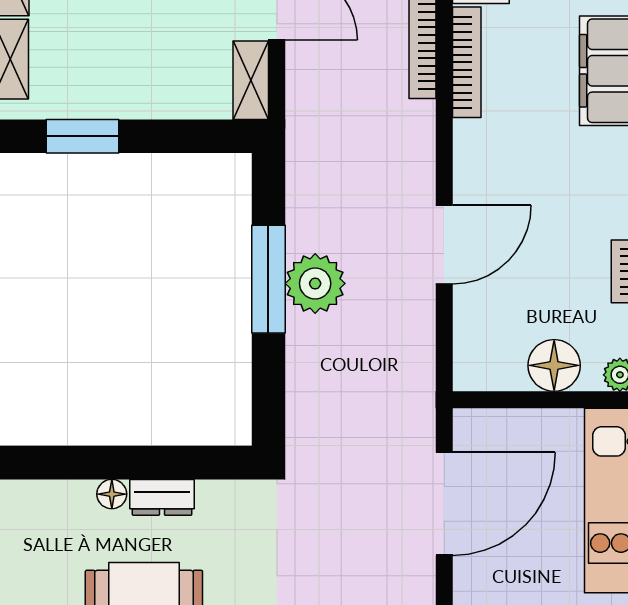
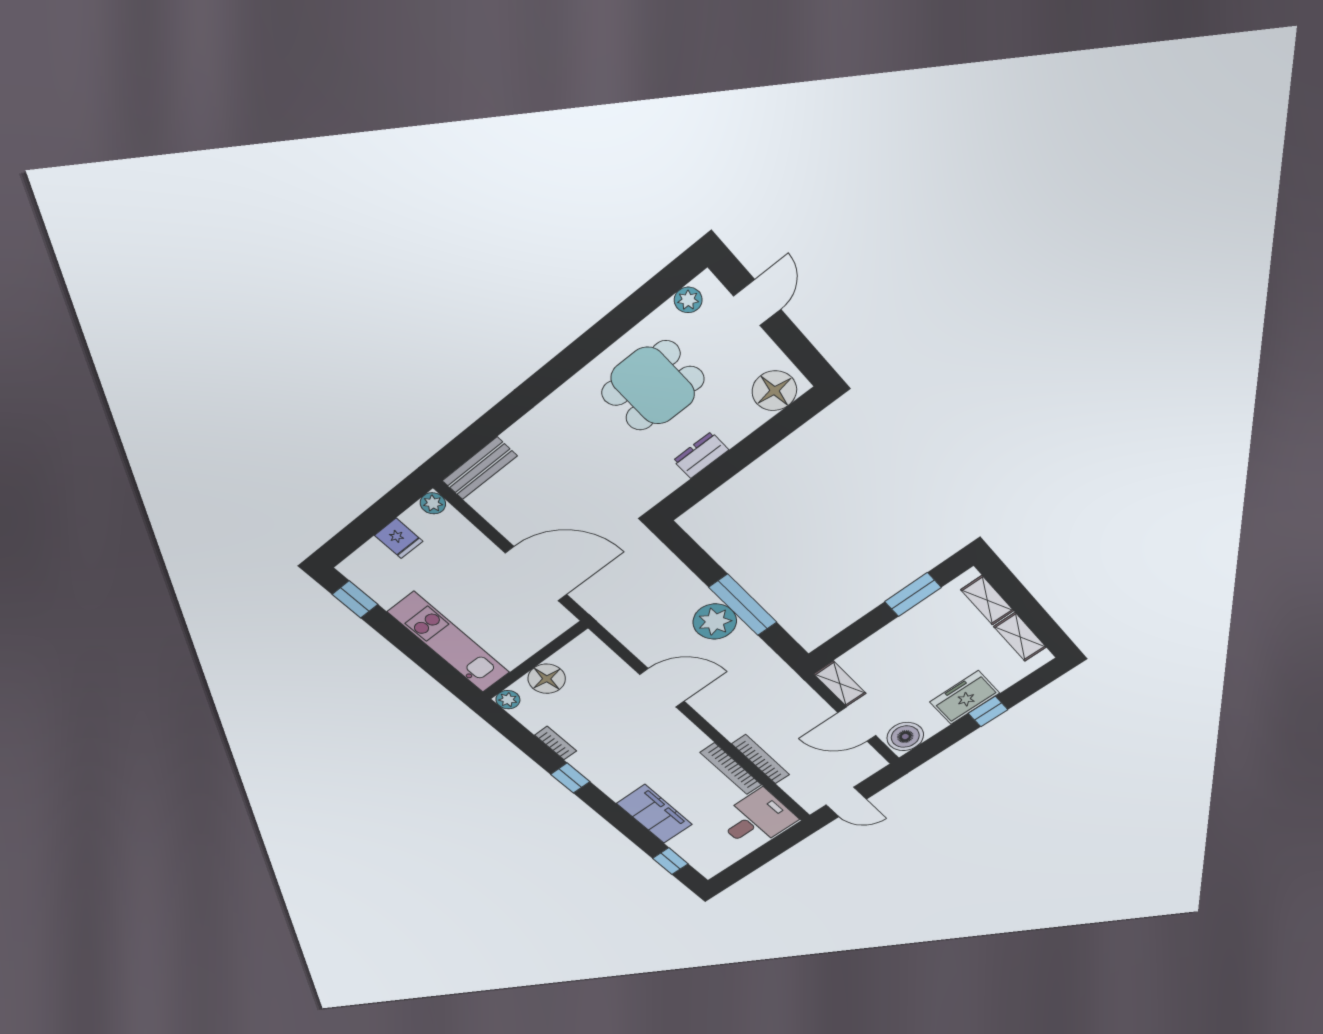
door: (444, 245) -> (662, 688), swing flipped
floor lamp: (112, 494) -> (774, 391), moved, width x1.89, depth x1.89
door: (444, 504) -> (536, 574), swing flipped

